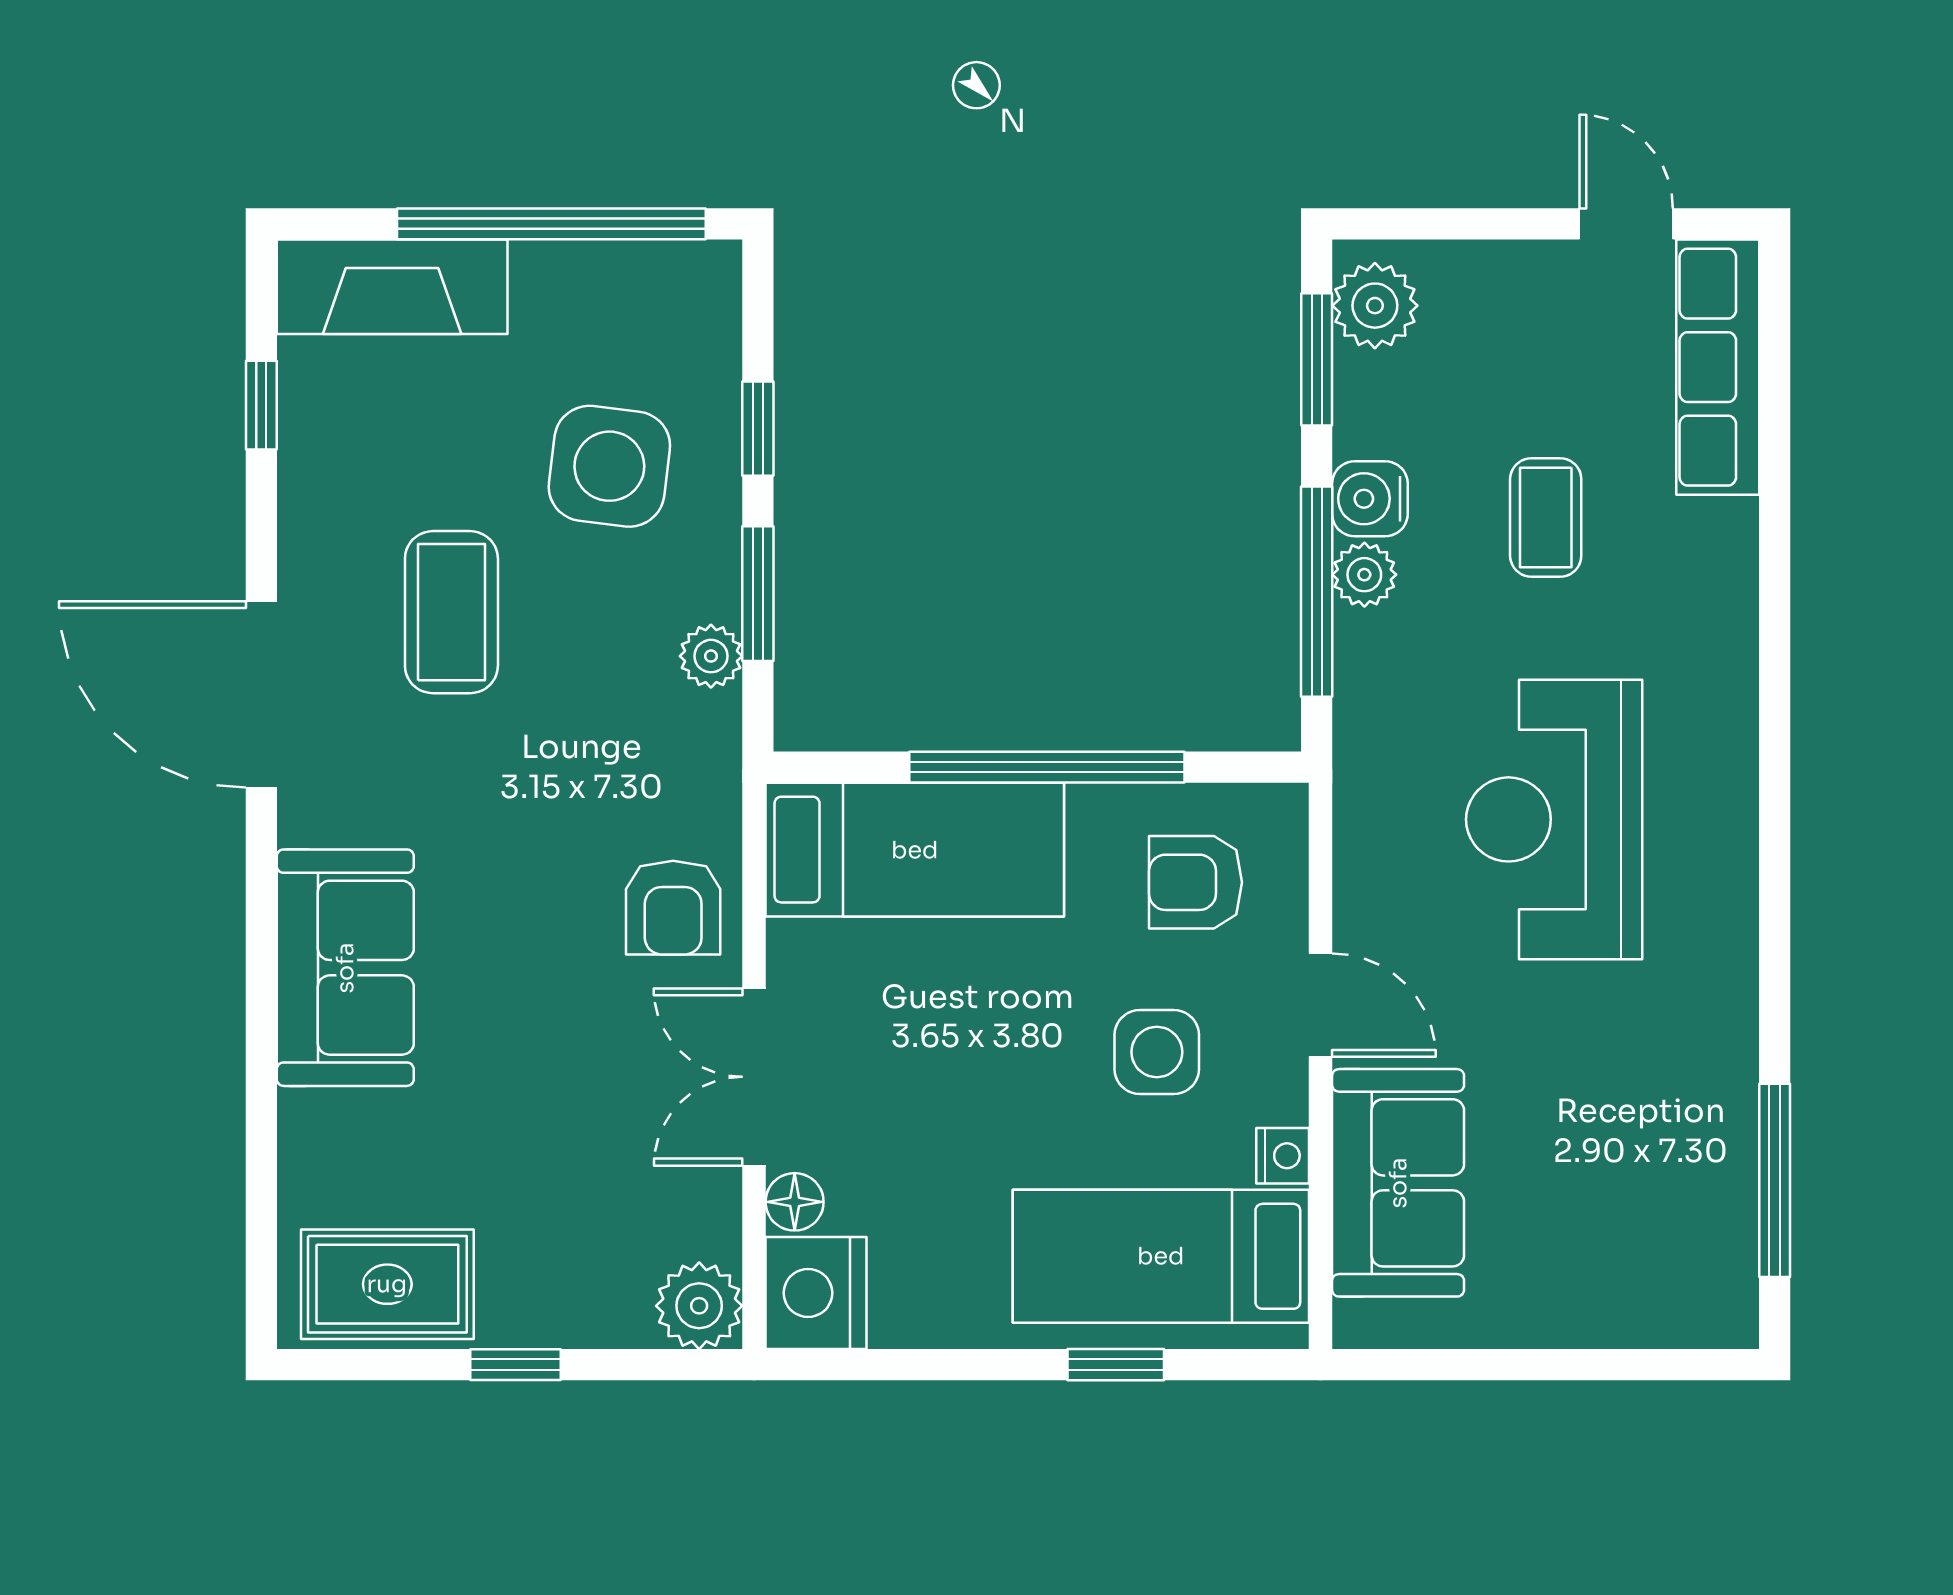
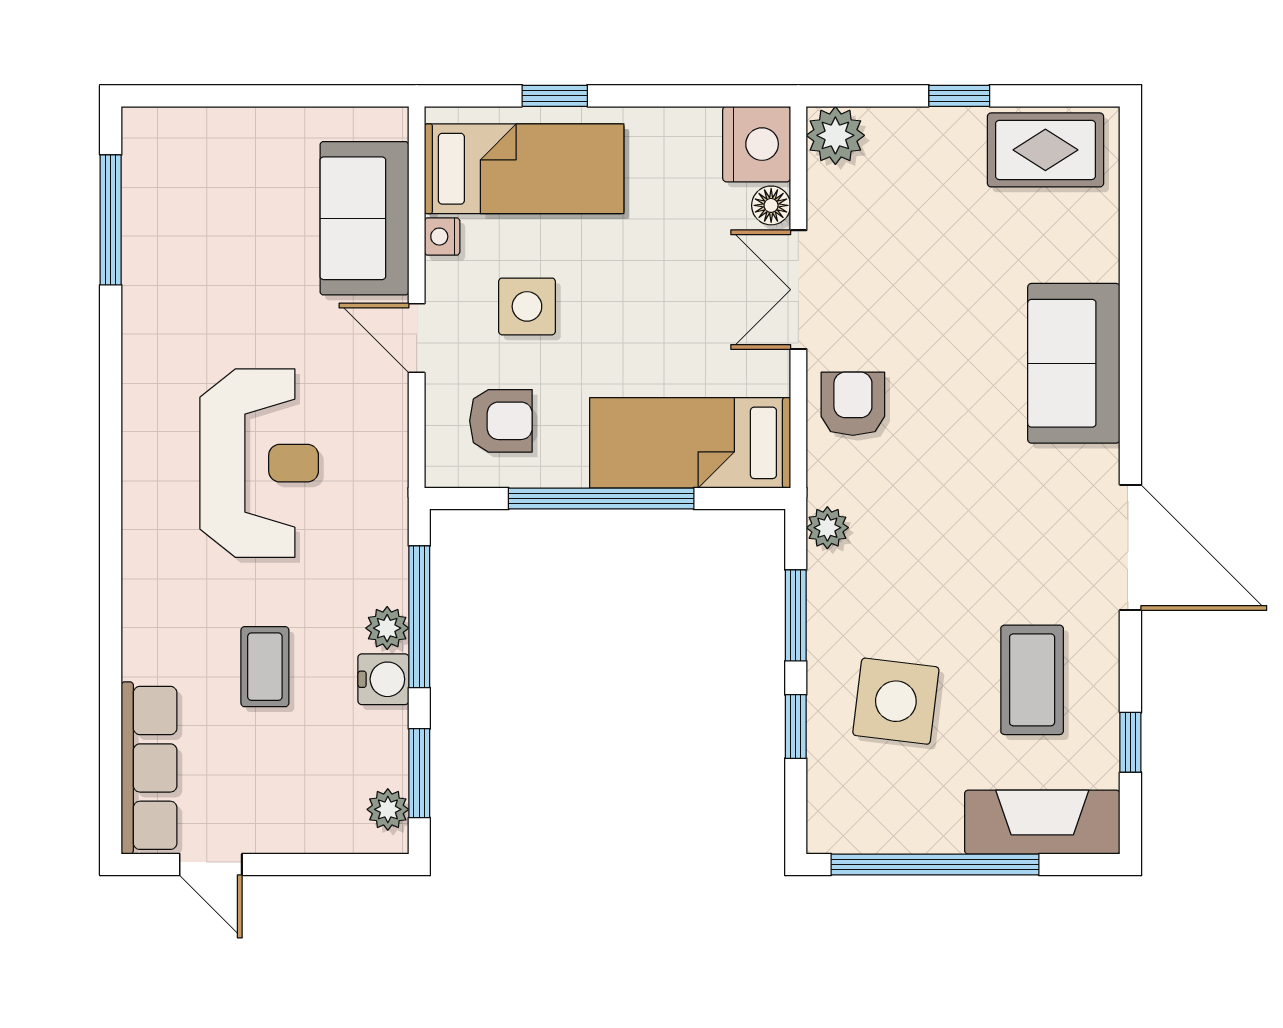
plant: (1375, 306) -> (388, 809), width x0.73, depth x0.73
coffee table: (451, 612) -> (1032, 680), moved
plant: (711, 656) -> (827, 528), moved
double door: (754, 1077) -> (798, 290), swing flipped

